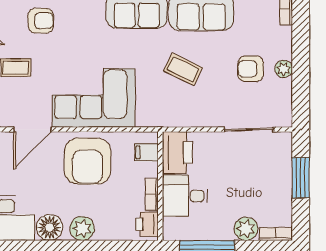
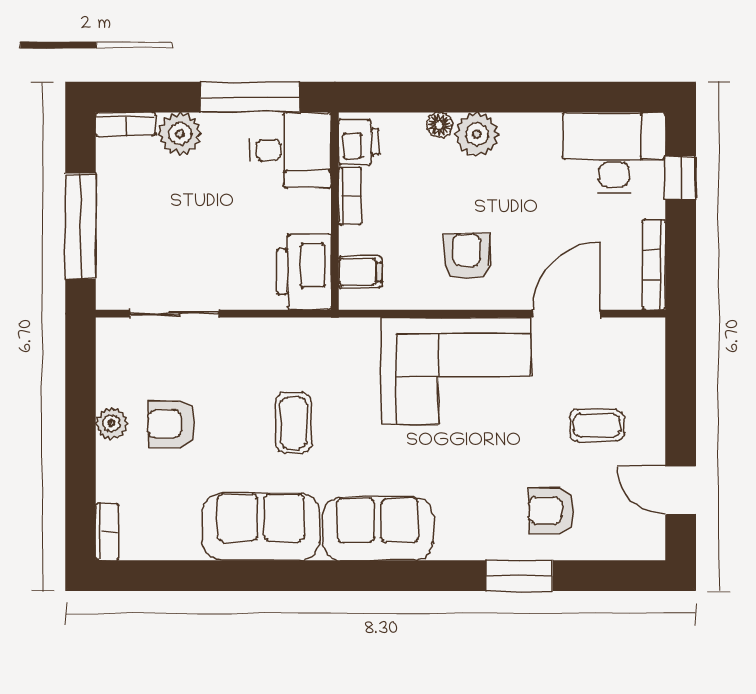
coffee table: (183, 69) -> (294, 423), turned 64
armchair: (251, 69) -> (171, 424), turned 180
armchair: (88, 161) -> (467, 256), width x0.53, depth x0.53
window: (301, 178) -> (80, 226), width x1.44
desk: (185, 196) -> (290, 150), moved
floor lamp: (49, 227) -> (439, 125), moved, width x0.53, depth x0.53

